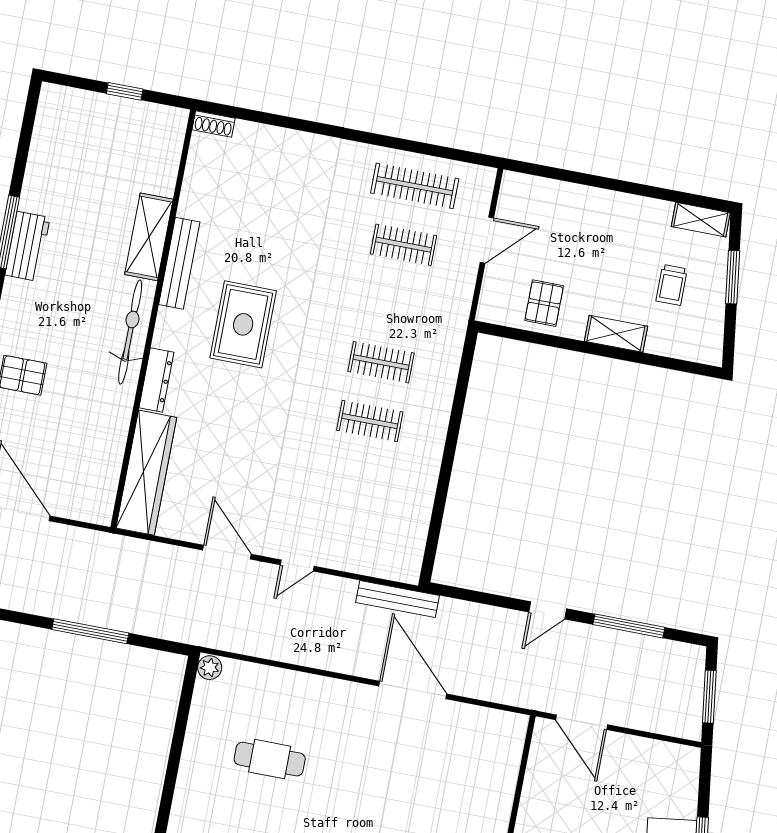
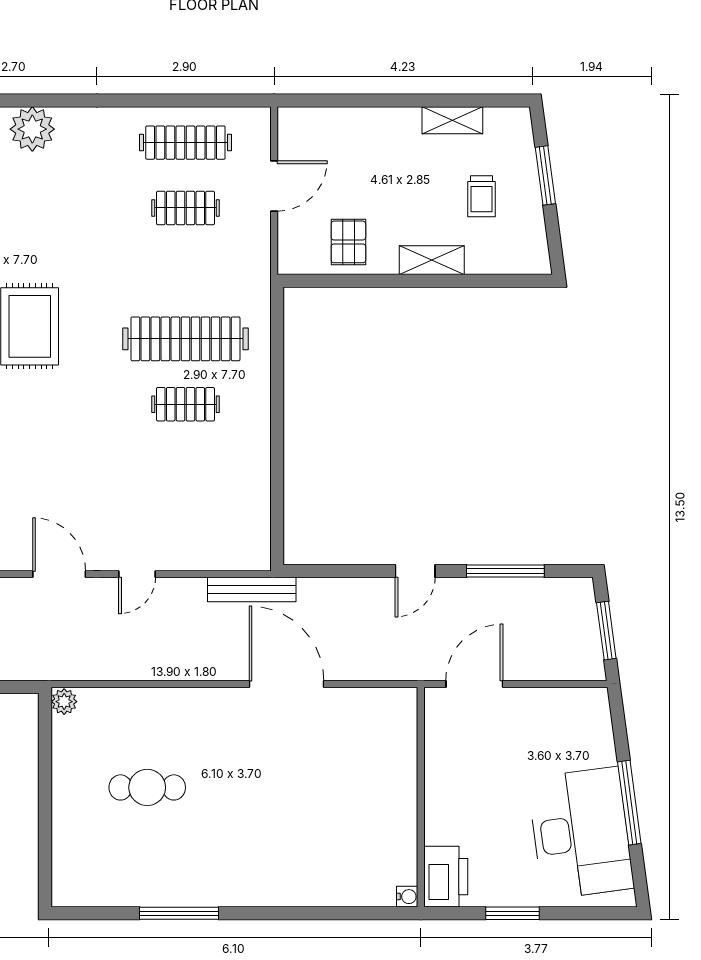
plant: (279, 147) -> (32, 129), added
shelving: (701, 220) -> (452, 120), moved
clothes rail: (381, 362) -> (185, 339), width x1.86, depth x1.31
door: (581, 722) -> (474, 684), swing flipped

